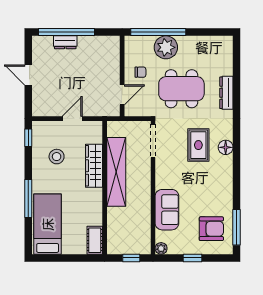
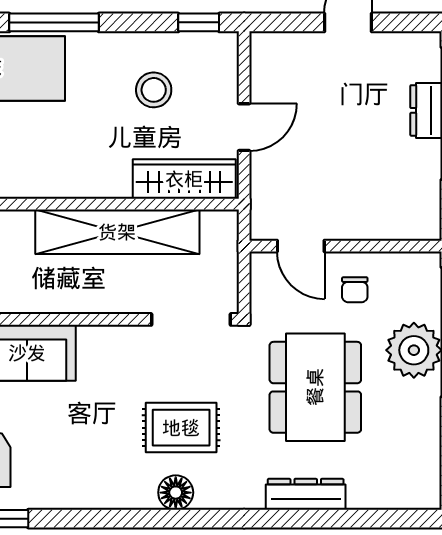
door: (72, 119) -> (244, 127), hinge flipped
wardrobe: (94, 166) -> (184, 179), moved

